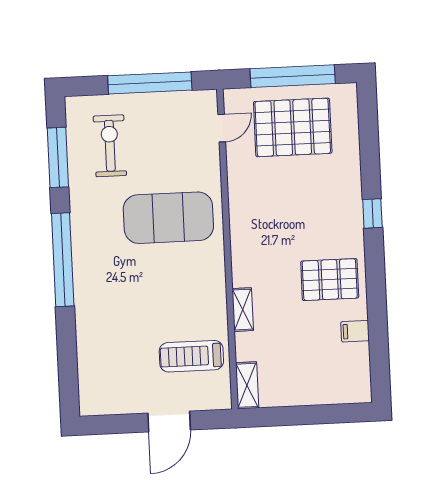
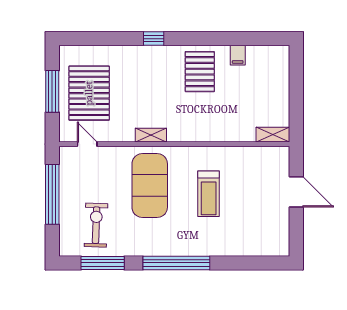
window: (293, 76) -> (52, 91), width x0.68
exercise bike: (110, 146) -> (96, 225), turned 92
shelving: (243, 310) -> (151, 135), moved
treadmill: (191, 356) -> (209, 194), moved

